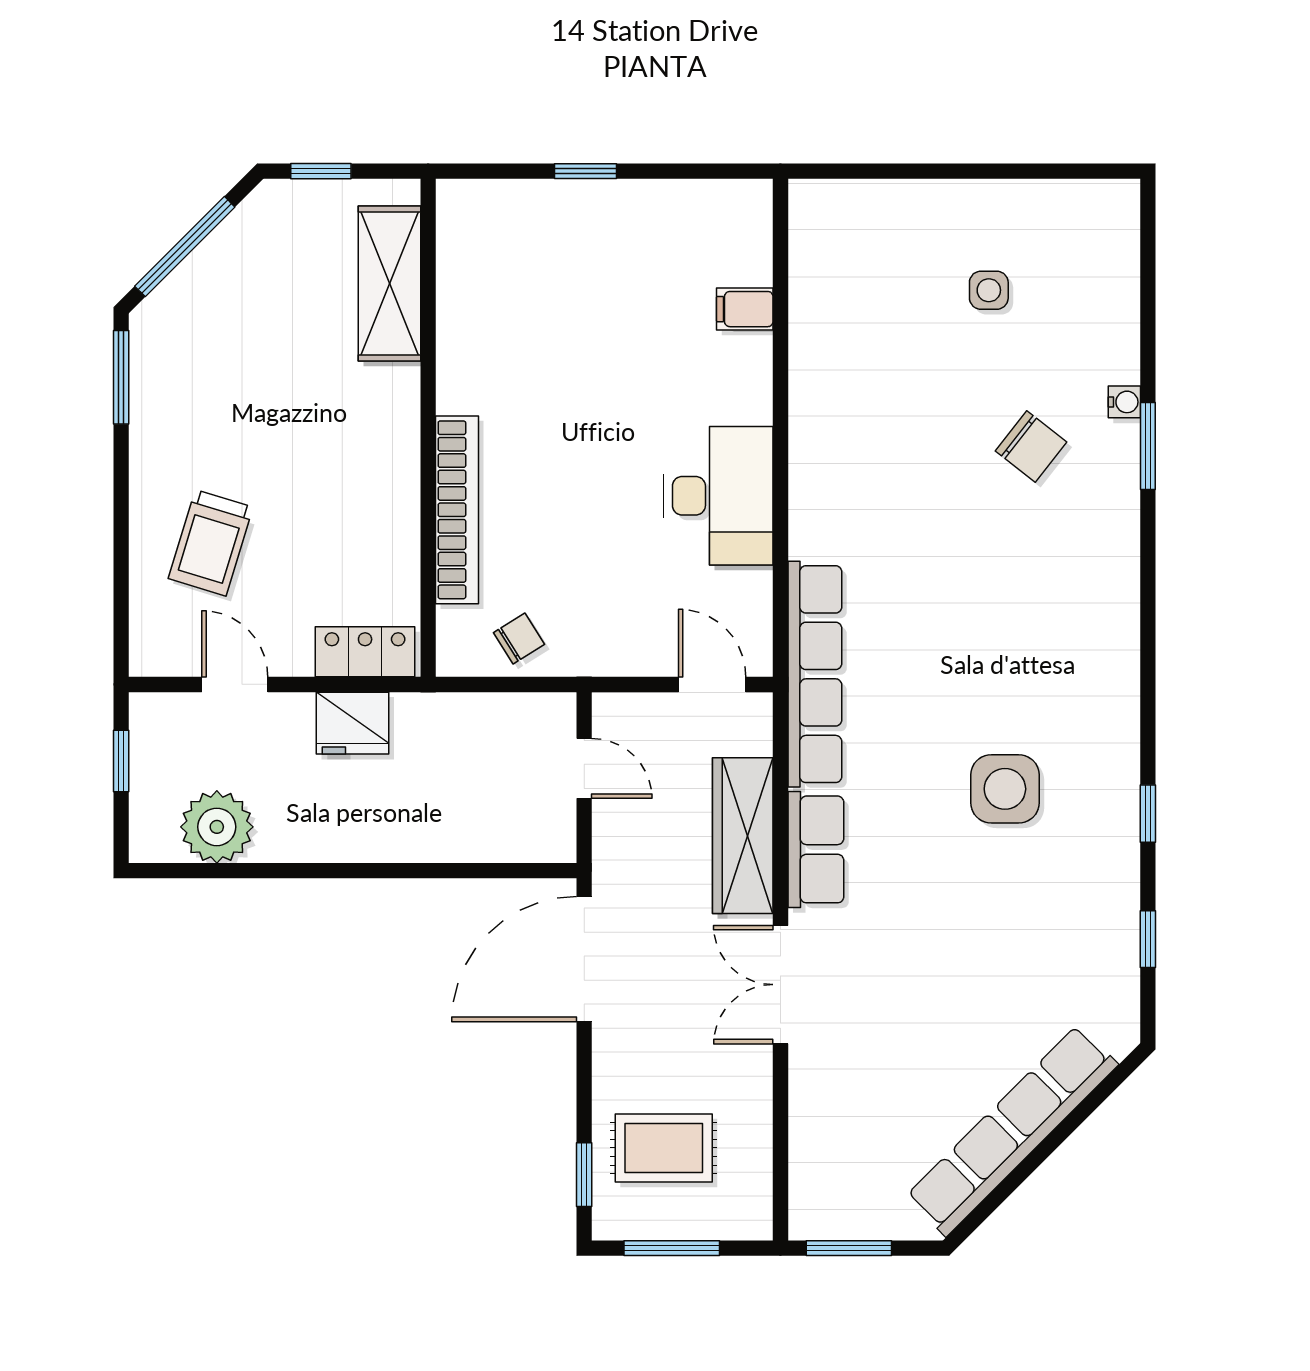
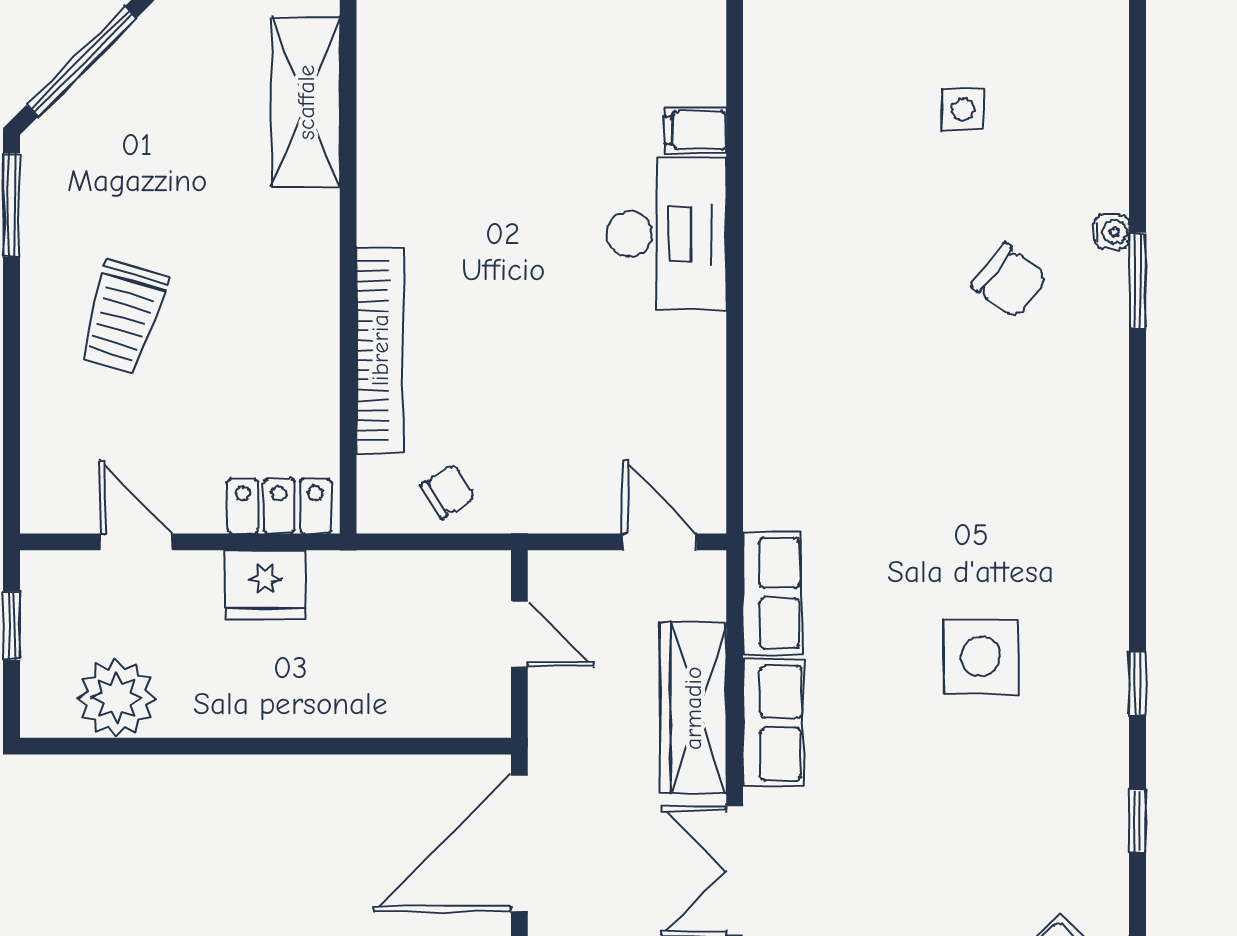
desk: (718, 496) -> (666, 234), moved
trolley: (211, 543) -> (123, 317), moved
row of seats: (815, 674) -> (772, 593), width x0.50

